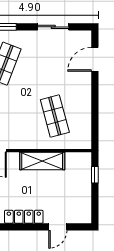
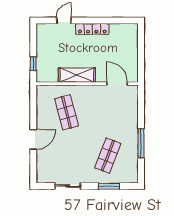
door: (95, 59) -> (33, 139), moved

